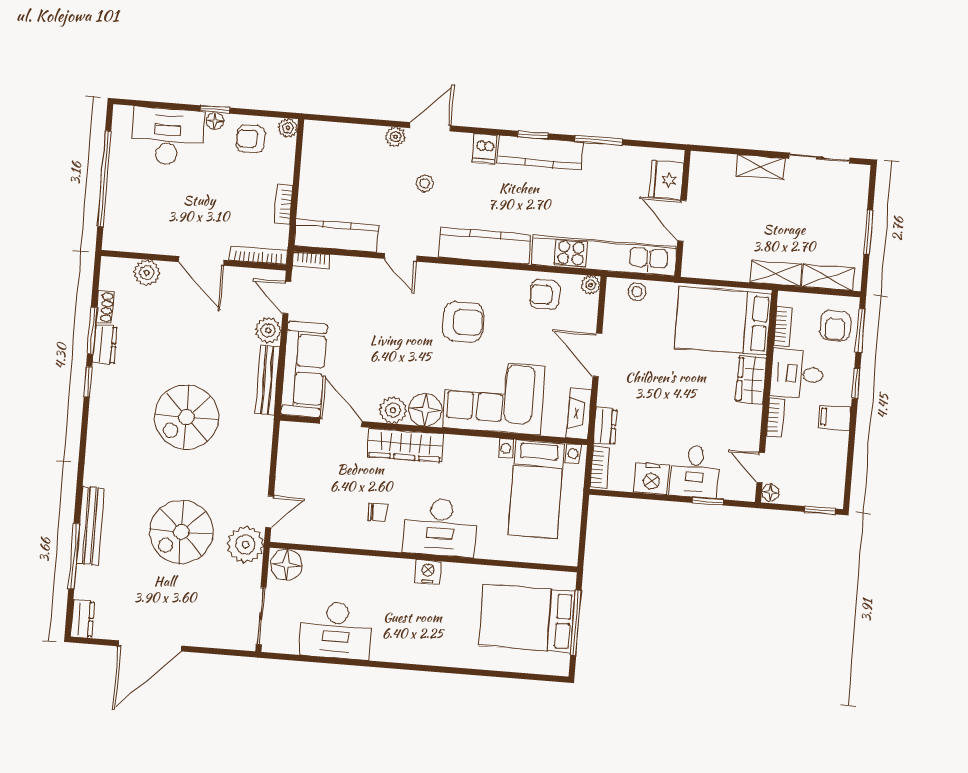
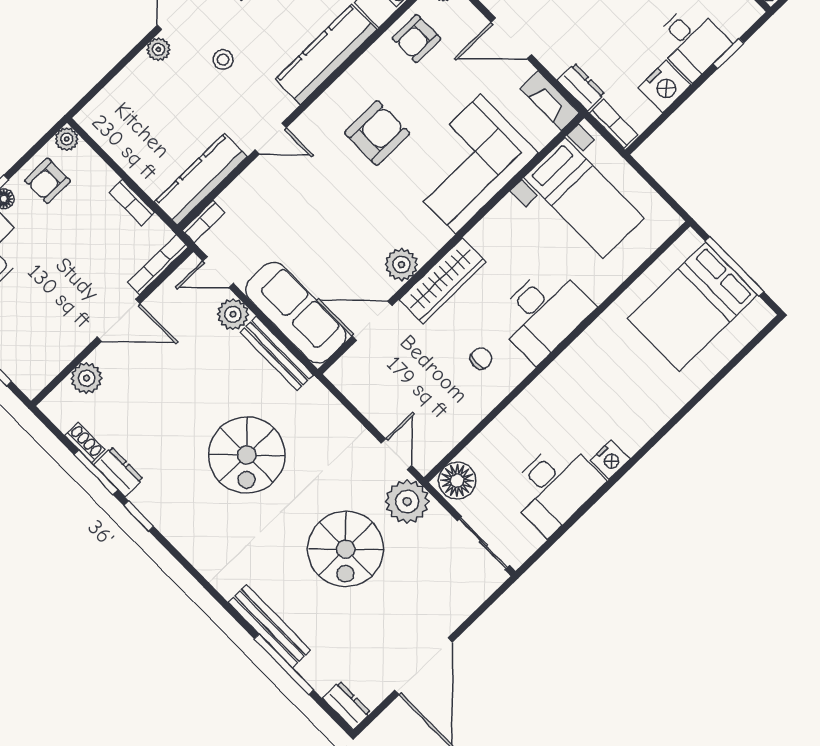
floor lamp: (425, 410) -> (426, 235), removed
nightstand: (428, 572) -> (610, 460), moved, turned 180

